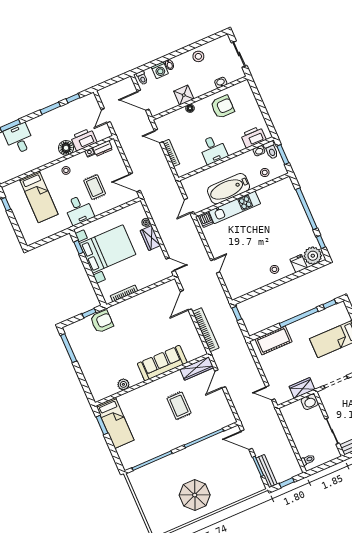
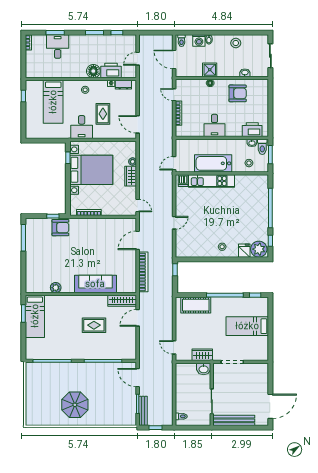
rug: (179, 406) -> (94, 325), turned 90

